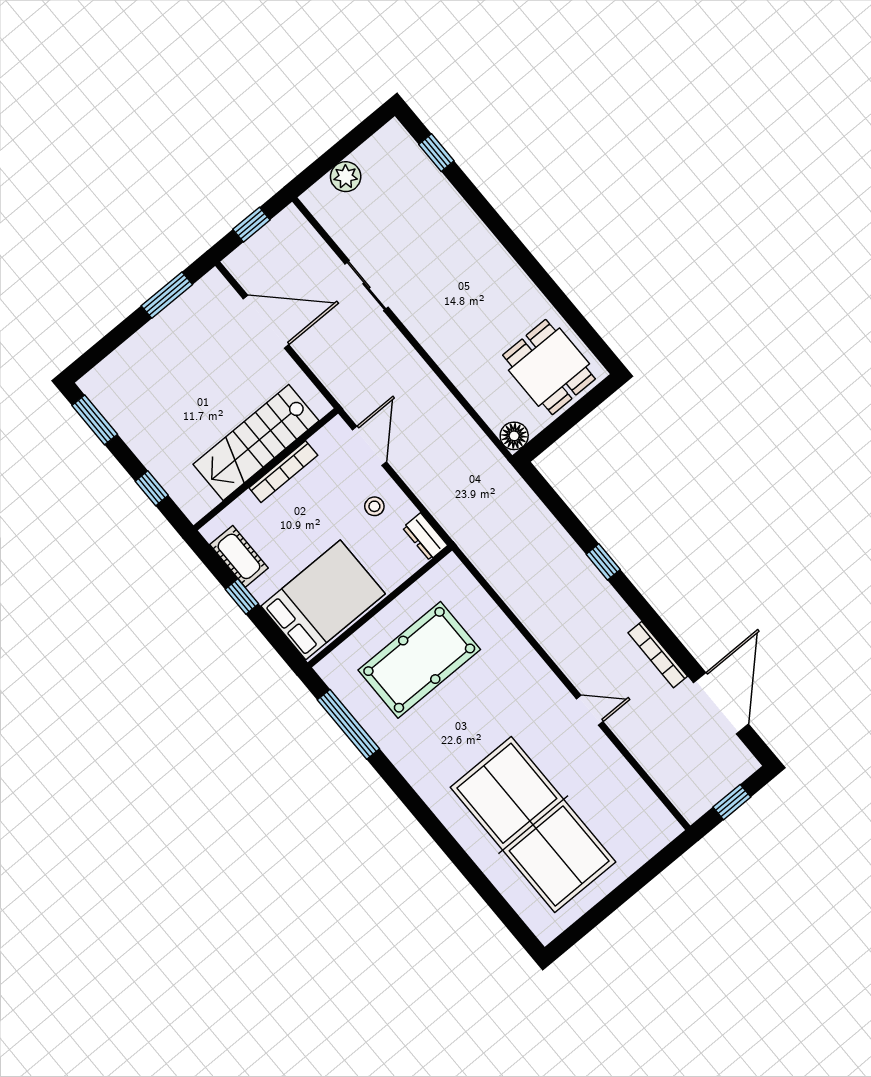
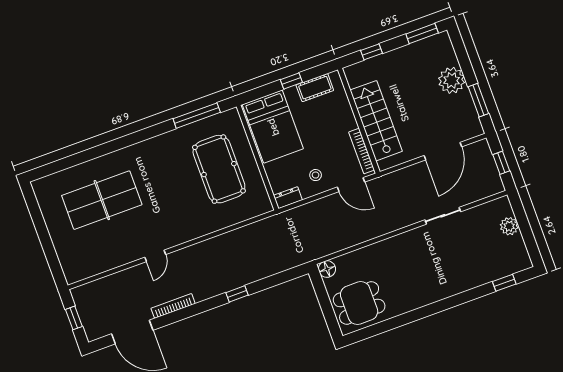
plant: (151, 348) -> (452, 80), added
bookcase: (283, 472) -> (362, 151), moved
table tennis table: (533, 825) -> (102, 200), width x0.73, depth x0.76

